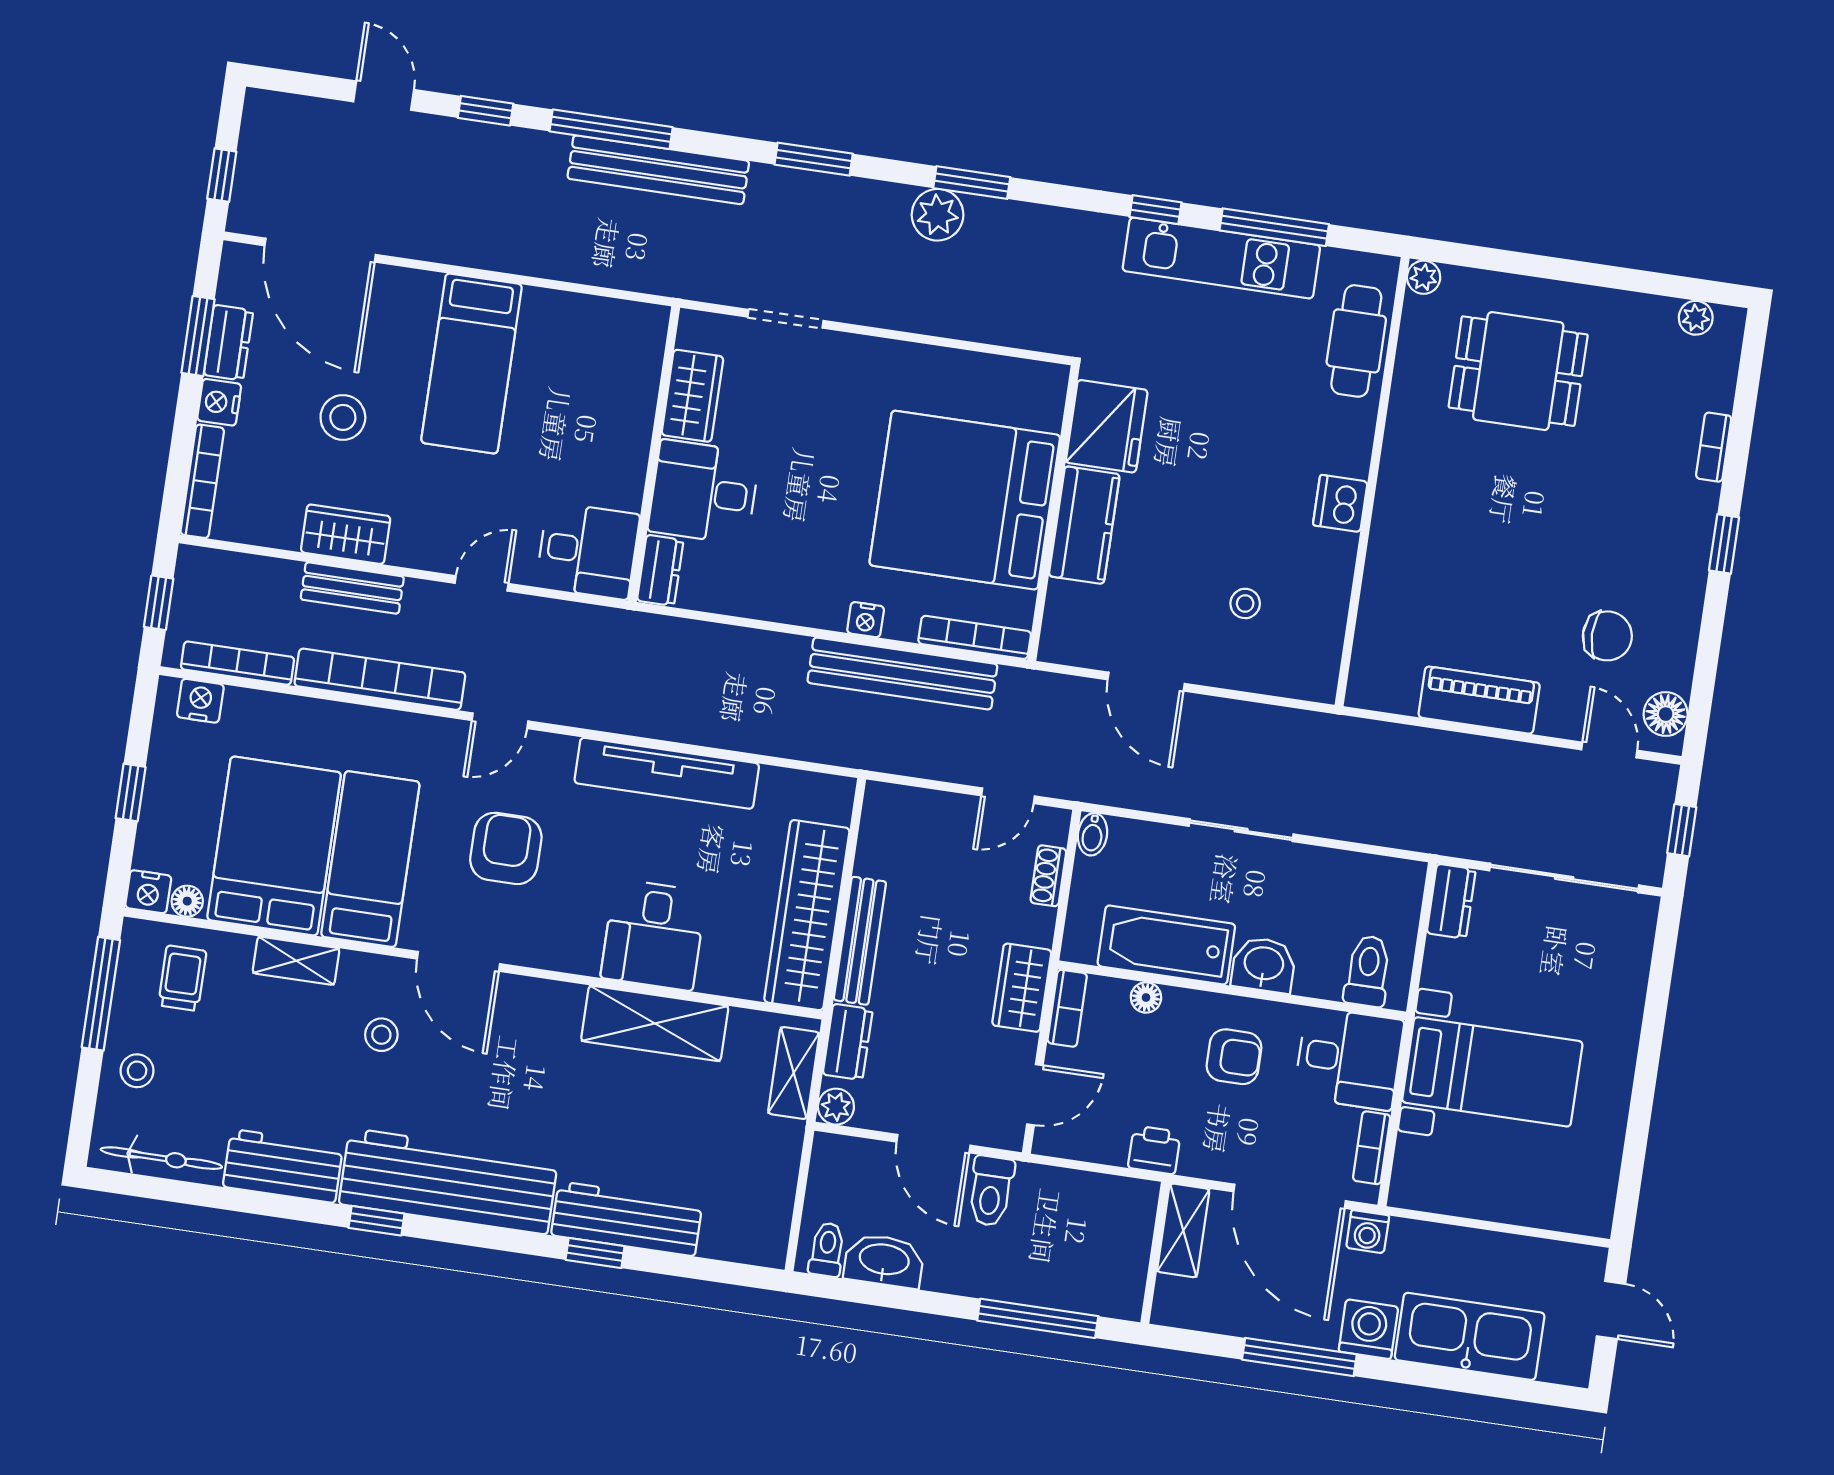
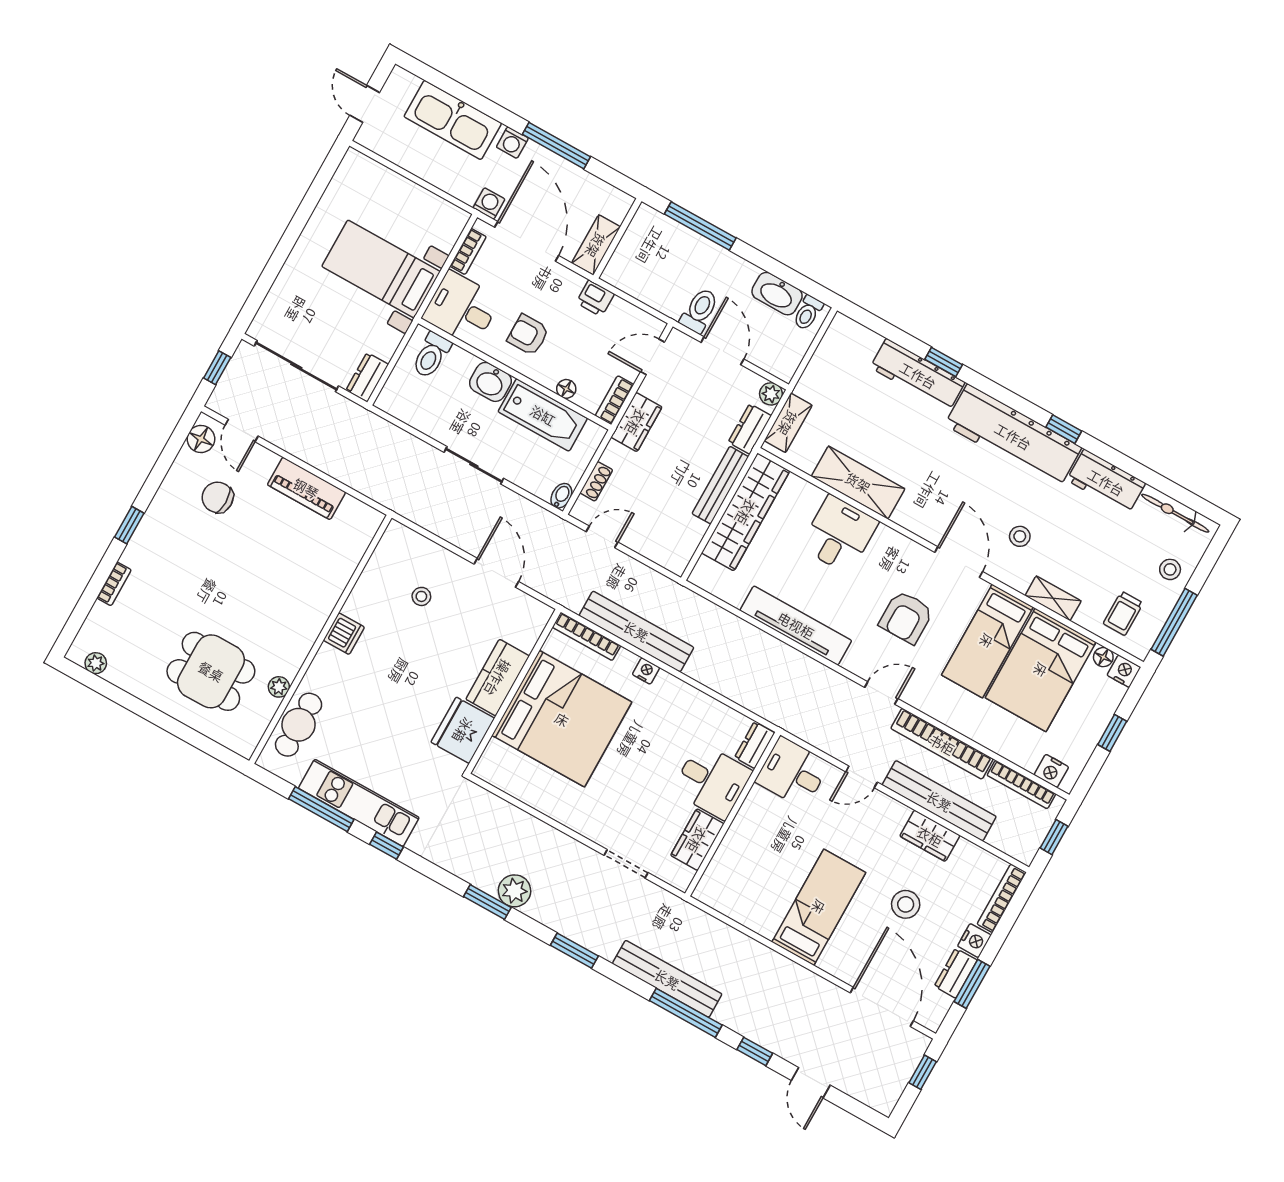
plant: (1424, 277) -> (279, 687), moved
bench: (352, 588) -> (939, 801), width x1.86, depth x1.21
washing machine: (1368, 1329) -> (512, 143), width x0.73, depth x0.73

